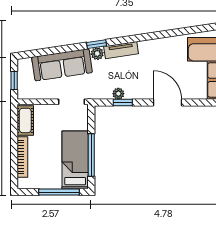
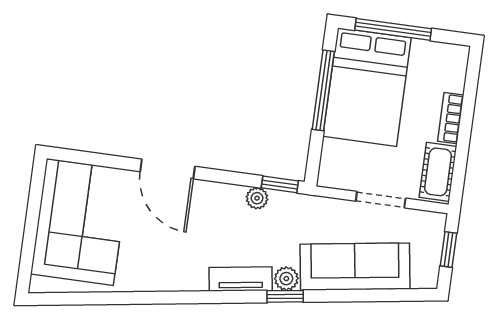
doorway: (71, 102) -> (381, 200), moved
window: (123, 103) -> (280, 184), moved
bookcase: (22, 157) -> (451, 118), width x0.64
bed: (75, 160) -> (367, 87), width x1.50

